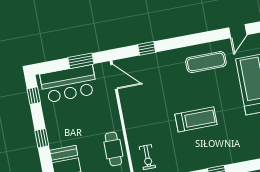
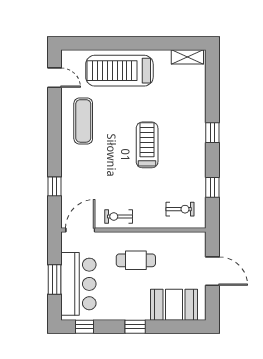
window: (81, 61) -> (55, 280), moved
exercise bike: (132, 107) -> (119, 216), added
cafe table: (113, 149) -> (136, 260), moved

